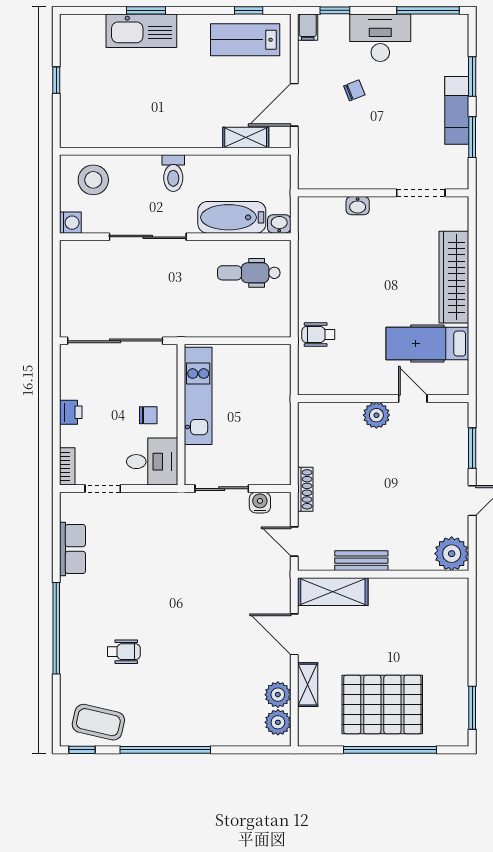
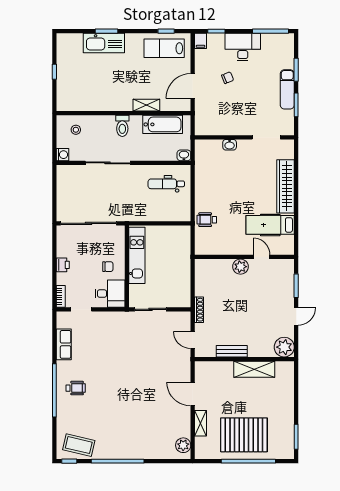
shelving: (246, 137) -> (146, 105), moved
stool: (93, 180) -> (76, 130), width x0.53, depth x0.53
bathtub: (232, 217) -> (163, 124), moved, turned 180
water cooler: (260, 503) -> (173, 317), removed
shelving: (333, 592) -> (254, 369), moved
wheelchair: (124, 652) -> (76, 388), moved
plant: (278, 695) -> (183, 429), removed

